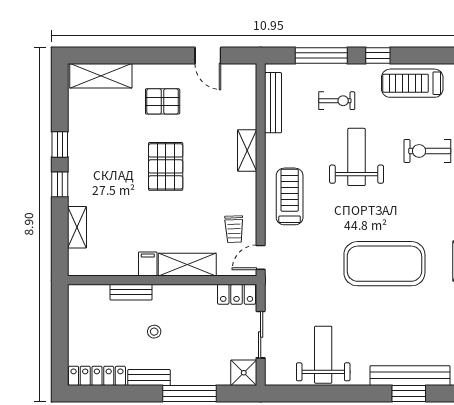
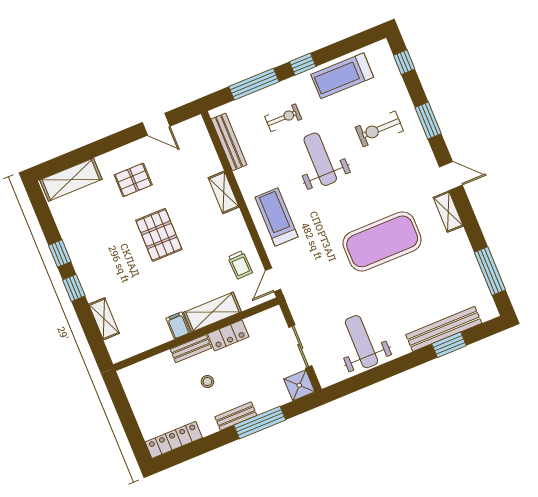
bench: (131, 292) -> (191, 349), moved
locker: (237, 294) -> (228, 335), moved
bench: (149, 378) -> (236, 416), moved

